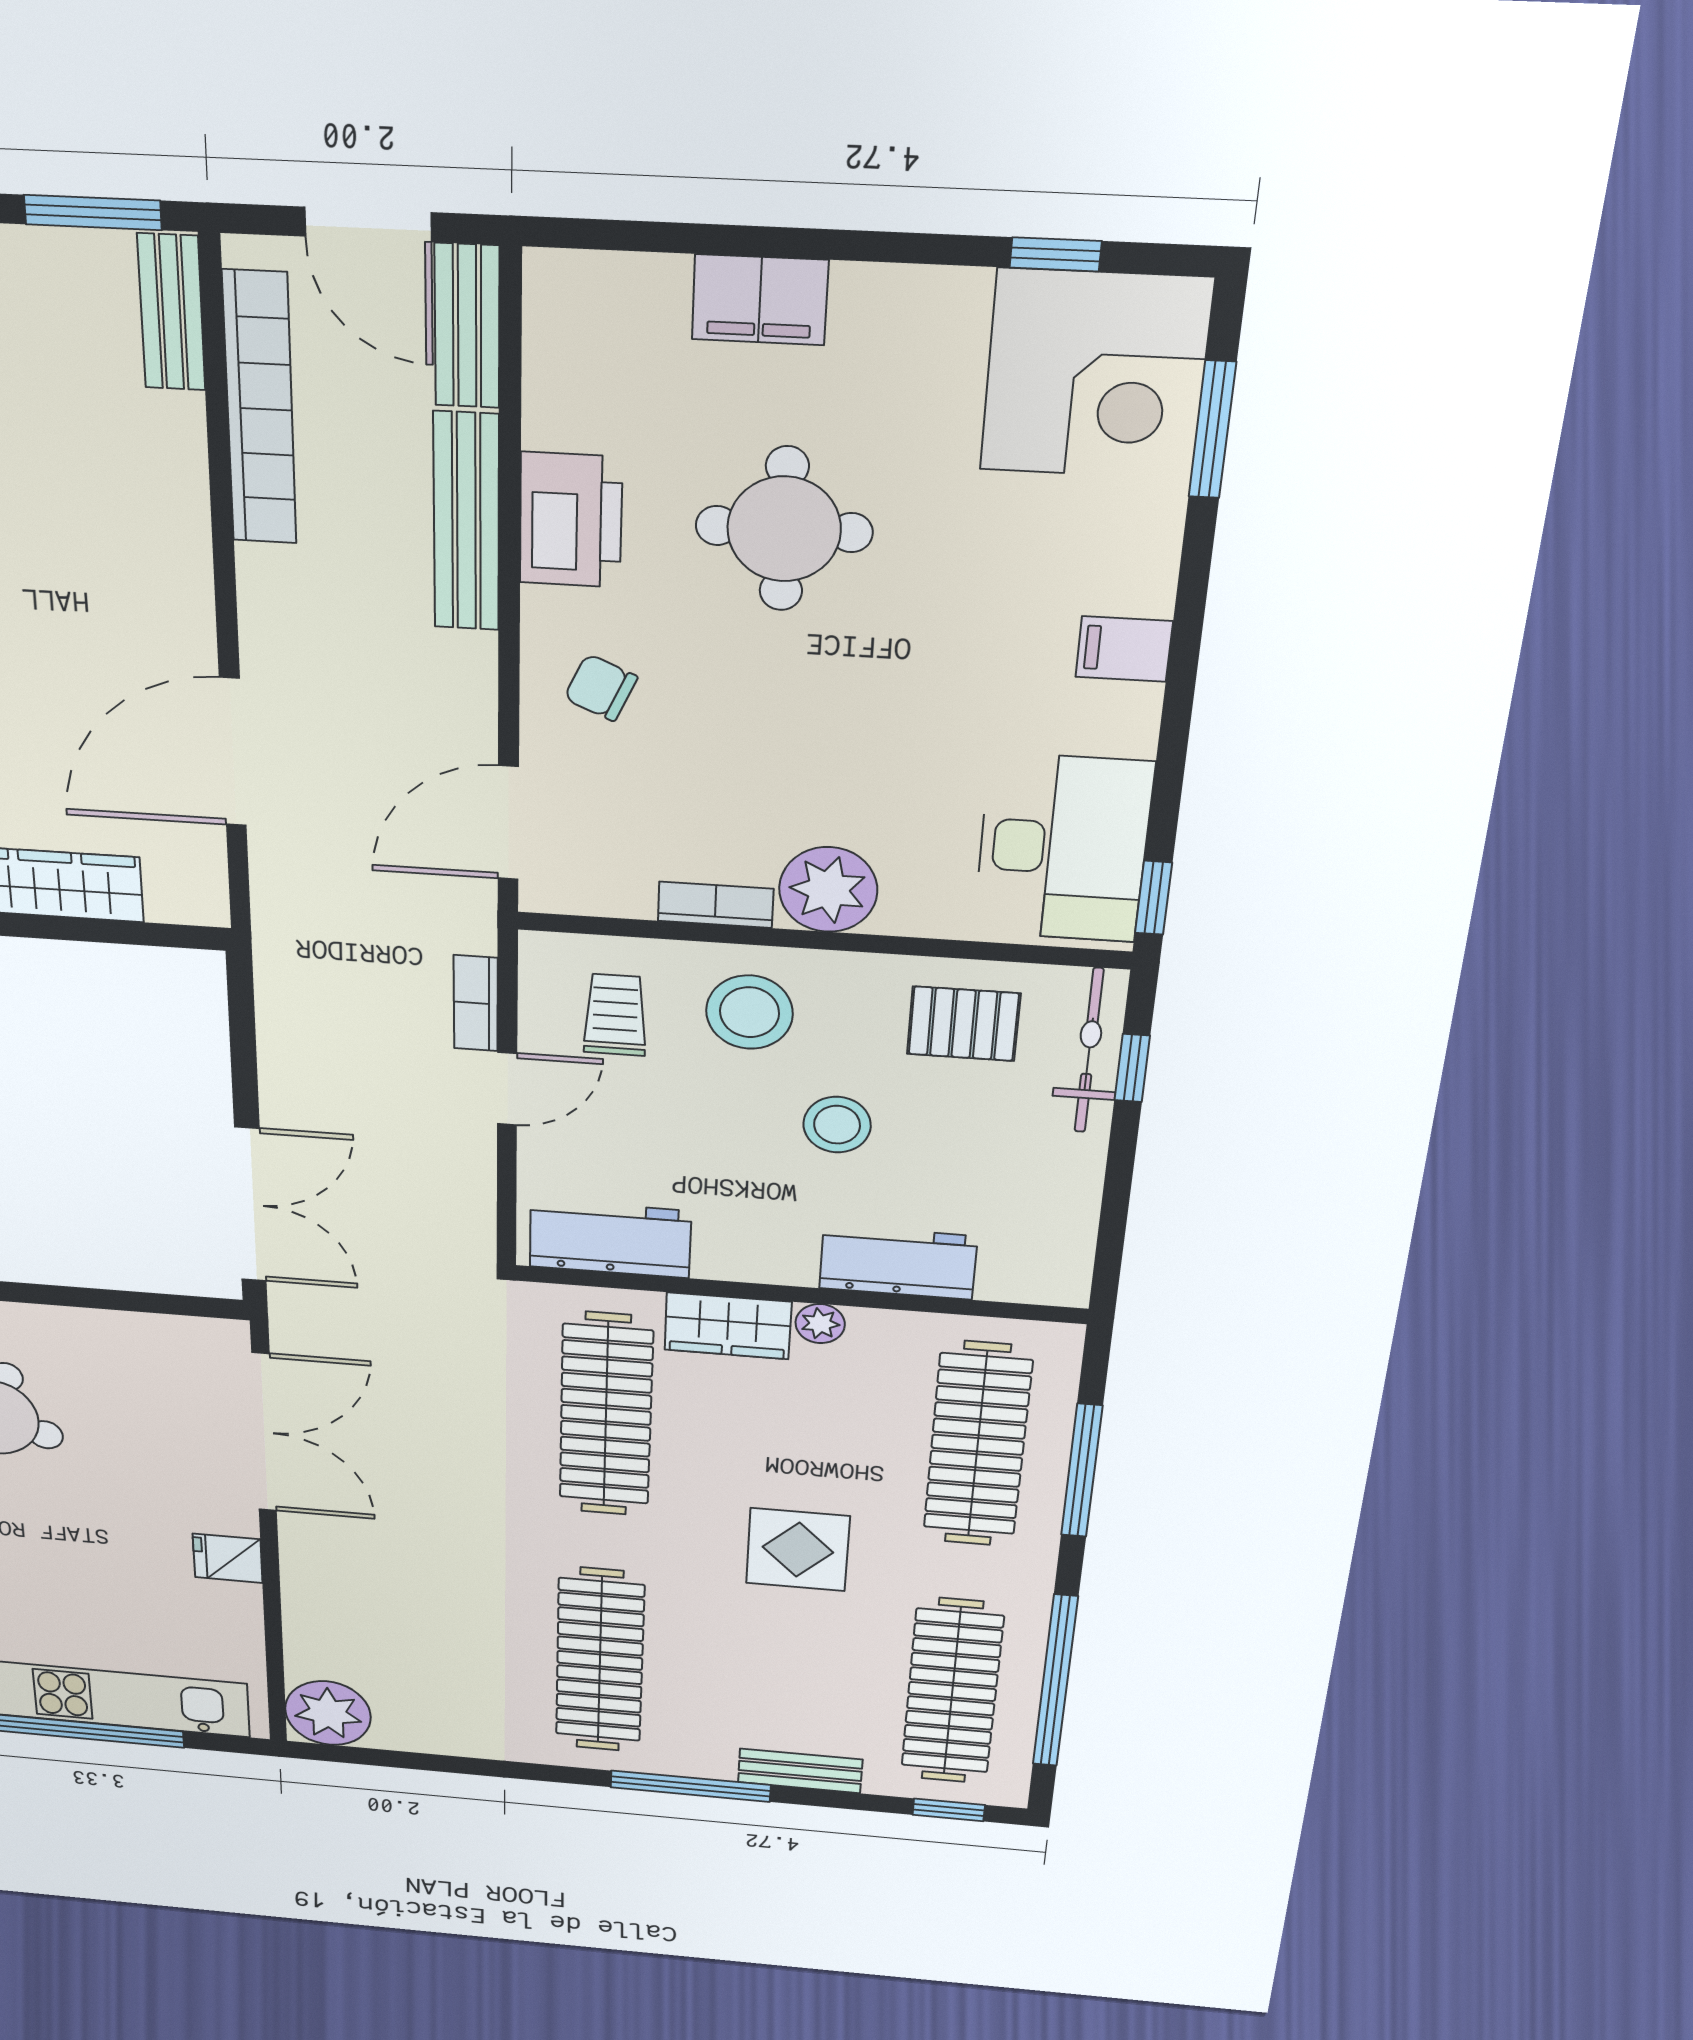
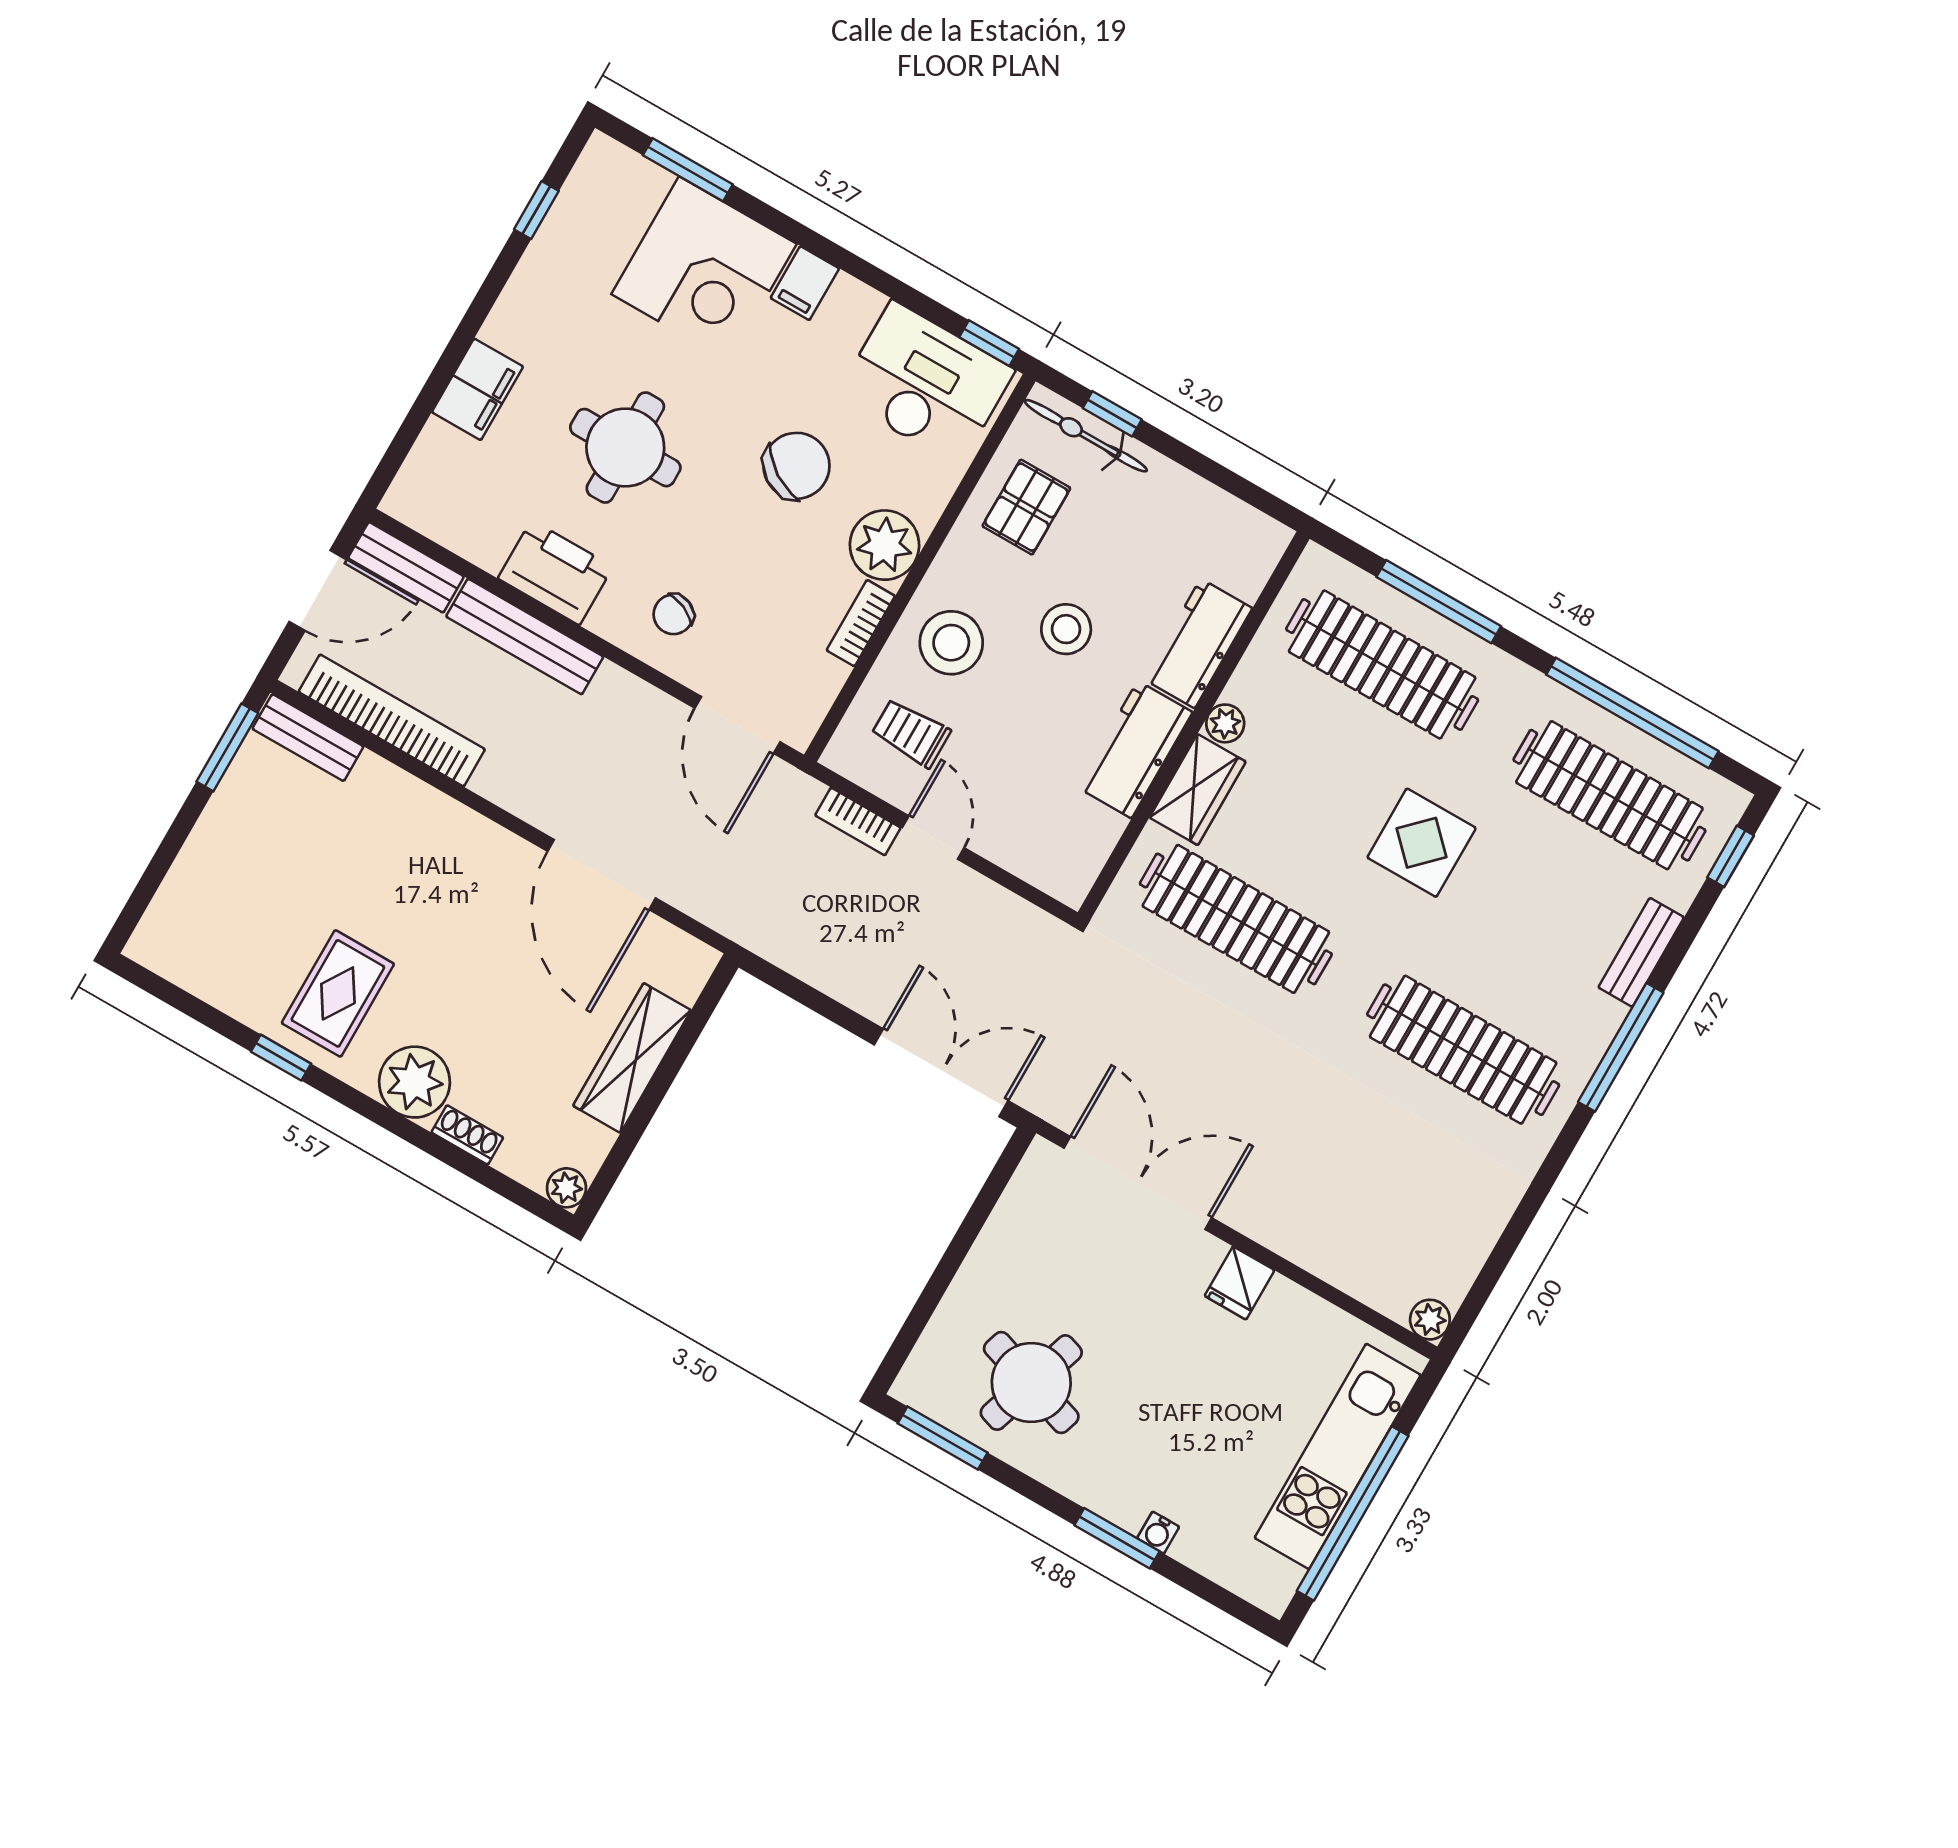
corner desk: (1095, 375) -> (704, 269), moved, turned 90
chair: (874, 746) -> (796, 466), added
workbench: (610, 1239) -> (1135, 750), moved
plant: (328, 1713) -> (1430, 1320), width x0.53, depth x0.53

